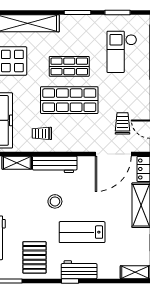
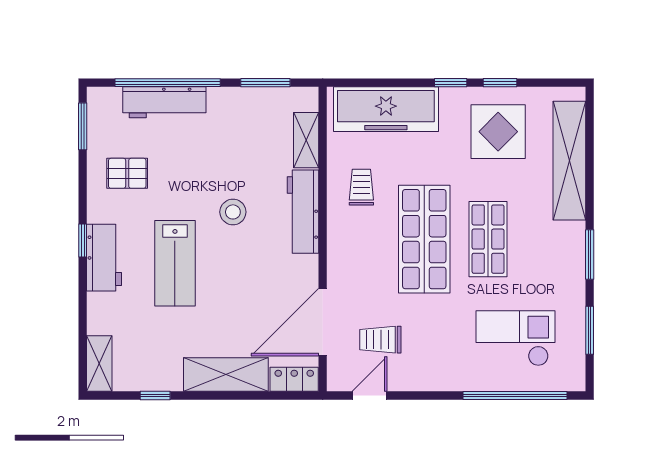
trolley: (123, 123) -> (380, 340), turned 180
door: (113, 154) -> (323, 322), hinge flipped
lab bench: (82, 232) -> (175, 263), turned 180
pallet: (34, 257) -> (127, 173), width x0.67, depth x0.71

